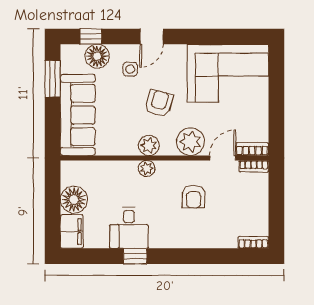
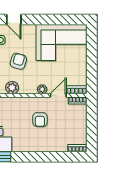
door: (152, 36) -> (14, 20), hinge flipped
plant: (190, 142) -> (42, 89), width x0.53, depth x0.53
plant: (147, 168) -> (11, 102), removed

